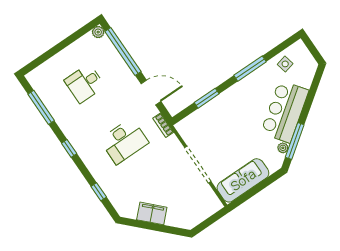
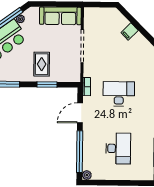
desk: (85, 83) -> (118, 148), width x1.37
door: (151, 93) -> (80, 113), hinge flipped
rug: (227, 116) -> (42, 64), added
filing cabinet: (152, 213) -> (130, 32), width x0.50

